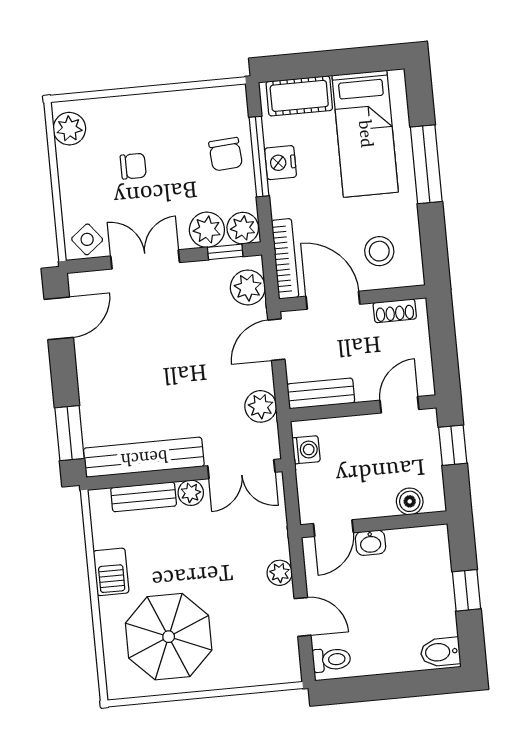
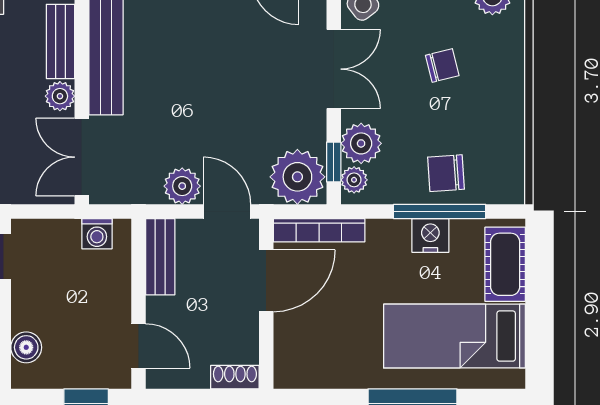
chair: (133, 166) -> (442, 65), turned -104
plant: (243, 228) -> (354, 180), width x0.73, depth x0.73
stool: (379, 251) -> (318, 340), removed
plant: (248, 287) -> (297, 177), width x1.36, depth x1.36
shoe rack: (395, 311) -> (235, 377), moved, turned 90
plant: (261, 406) -> (182, 186), moved

